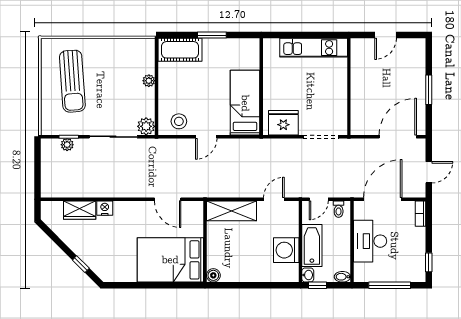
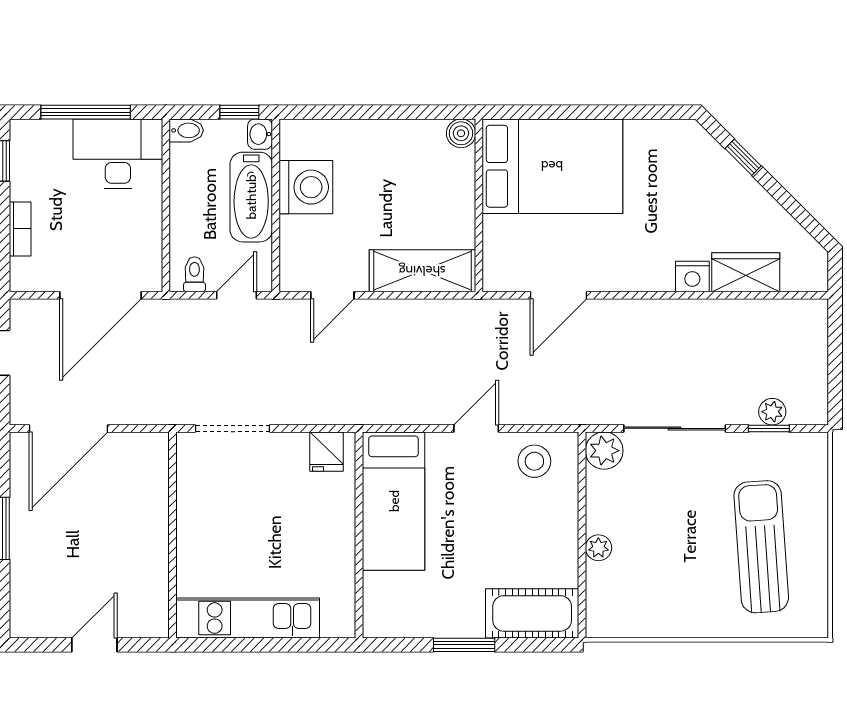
fridge: (283, 123) -> (327, 452), width x0.53, depth x0.75
door: (168, 199) -> (558, 295), swing flipped
bookcase: (420, 214) -> (20, 229), moved
desk: (370, 241) -> (118, 154), moved, turned -90

